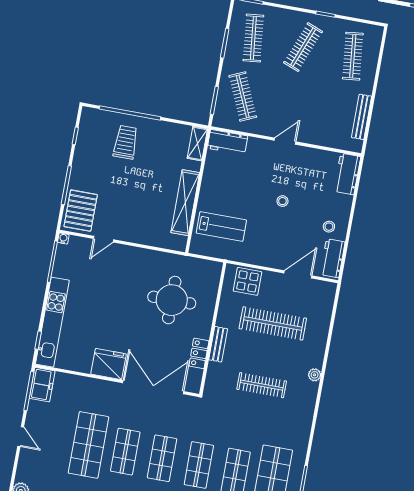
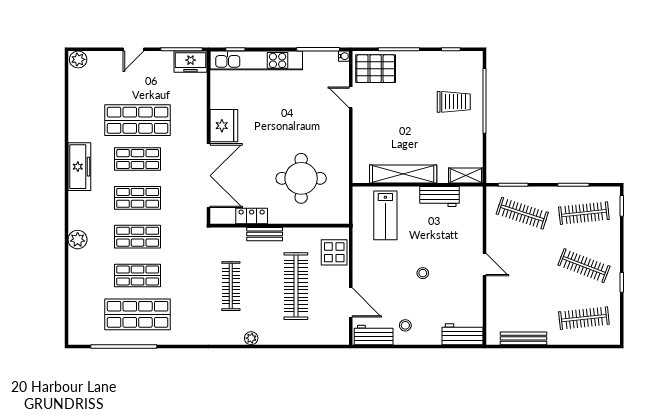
clothes rail: (243, 96) -> (522, 213), turned 42
workbench: (227, 142) -> (439, 197), moved, turned -90

